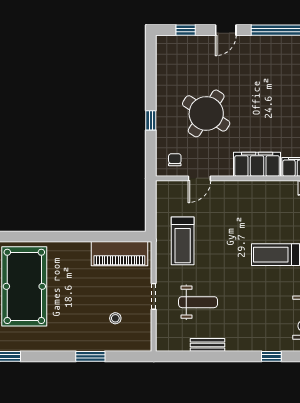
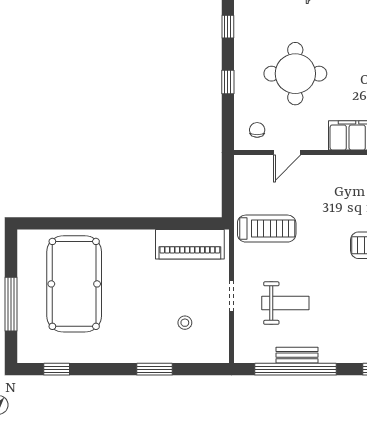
window: (151, 75) -> (228, 27), added
round table: (206, 113) -> (295, 74), turned -33
treadmill: (183, 241) -> (267, 229), turned -90
window: (206, 356) -> (295, 369), added

